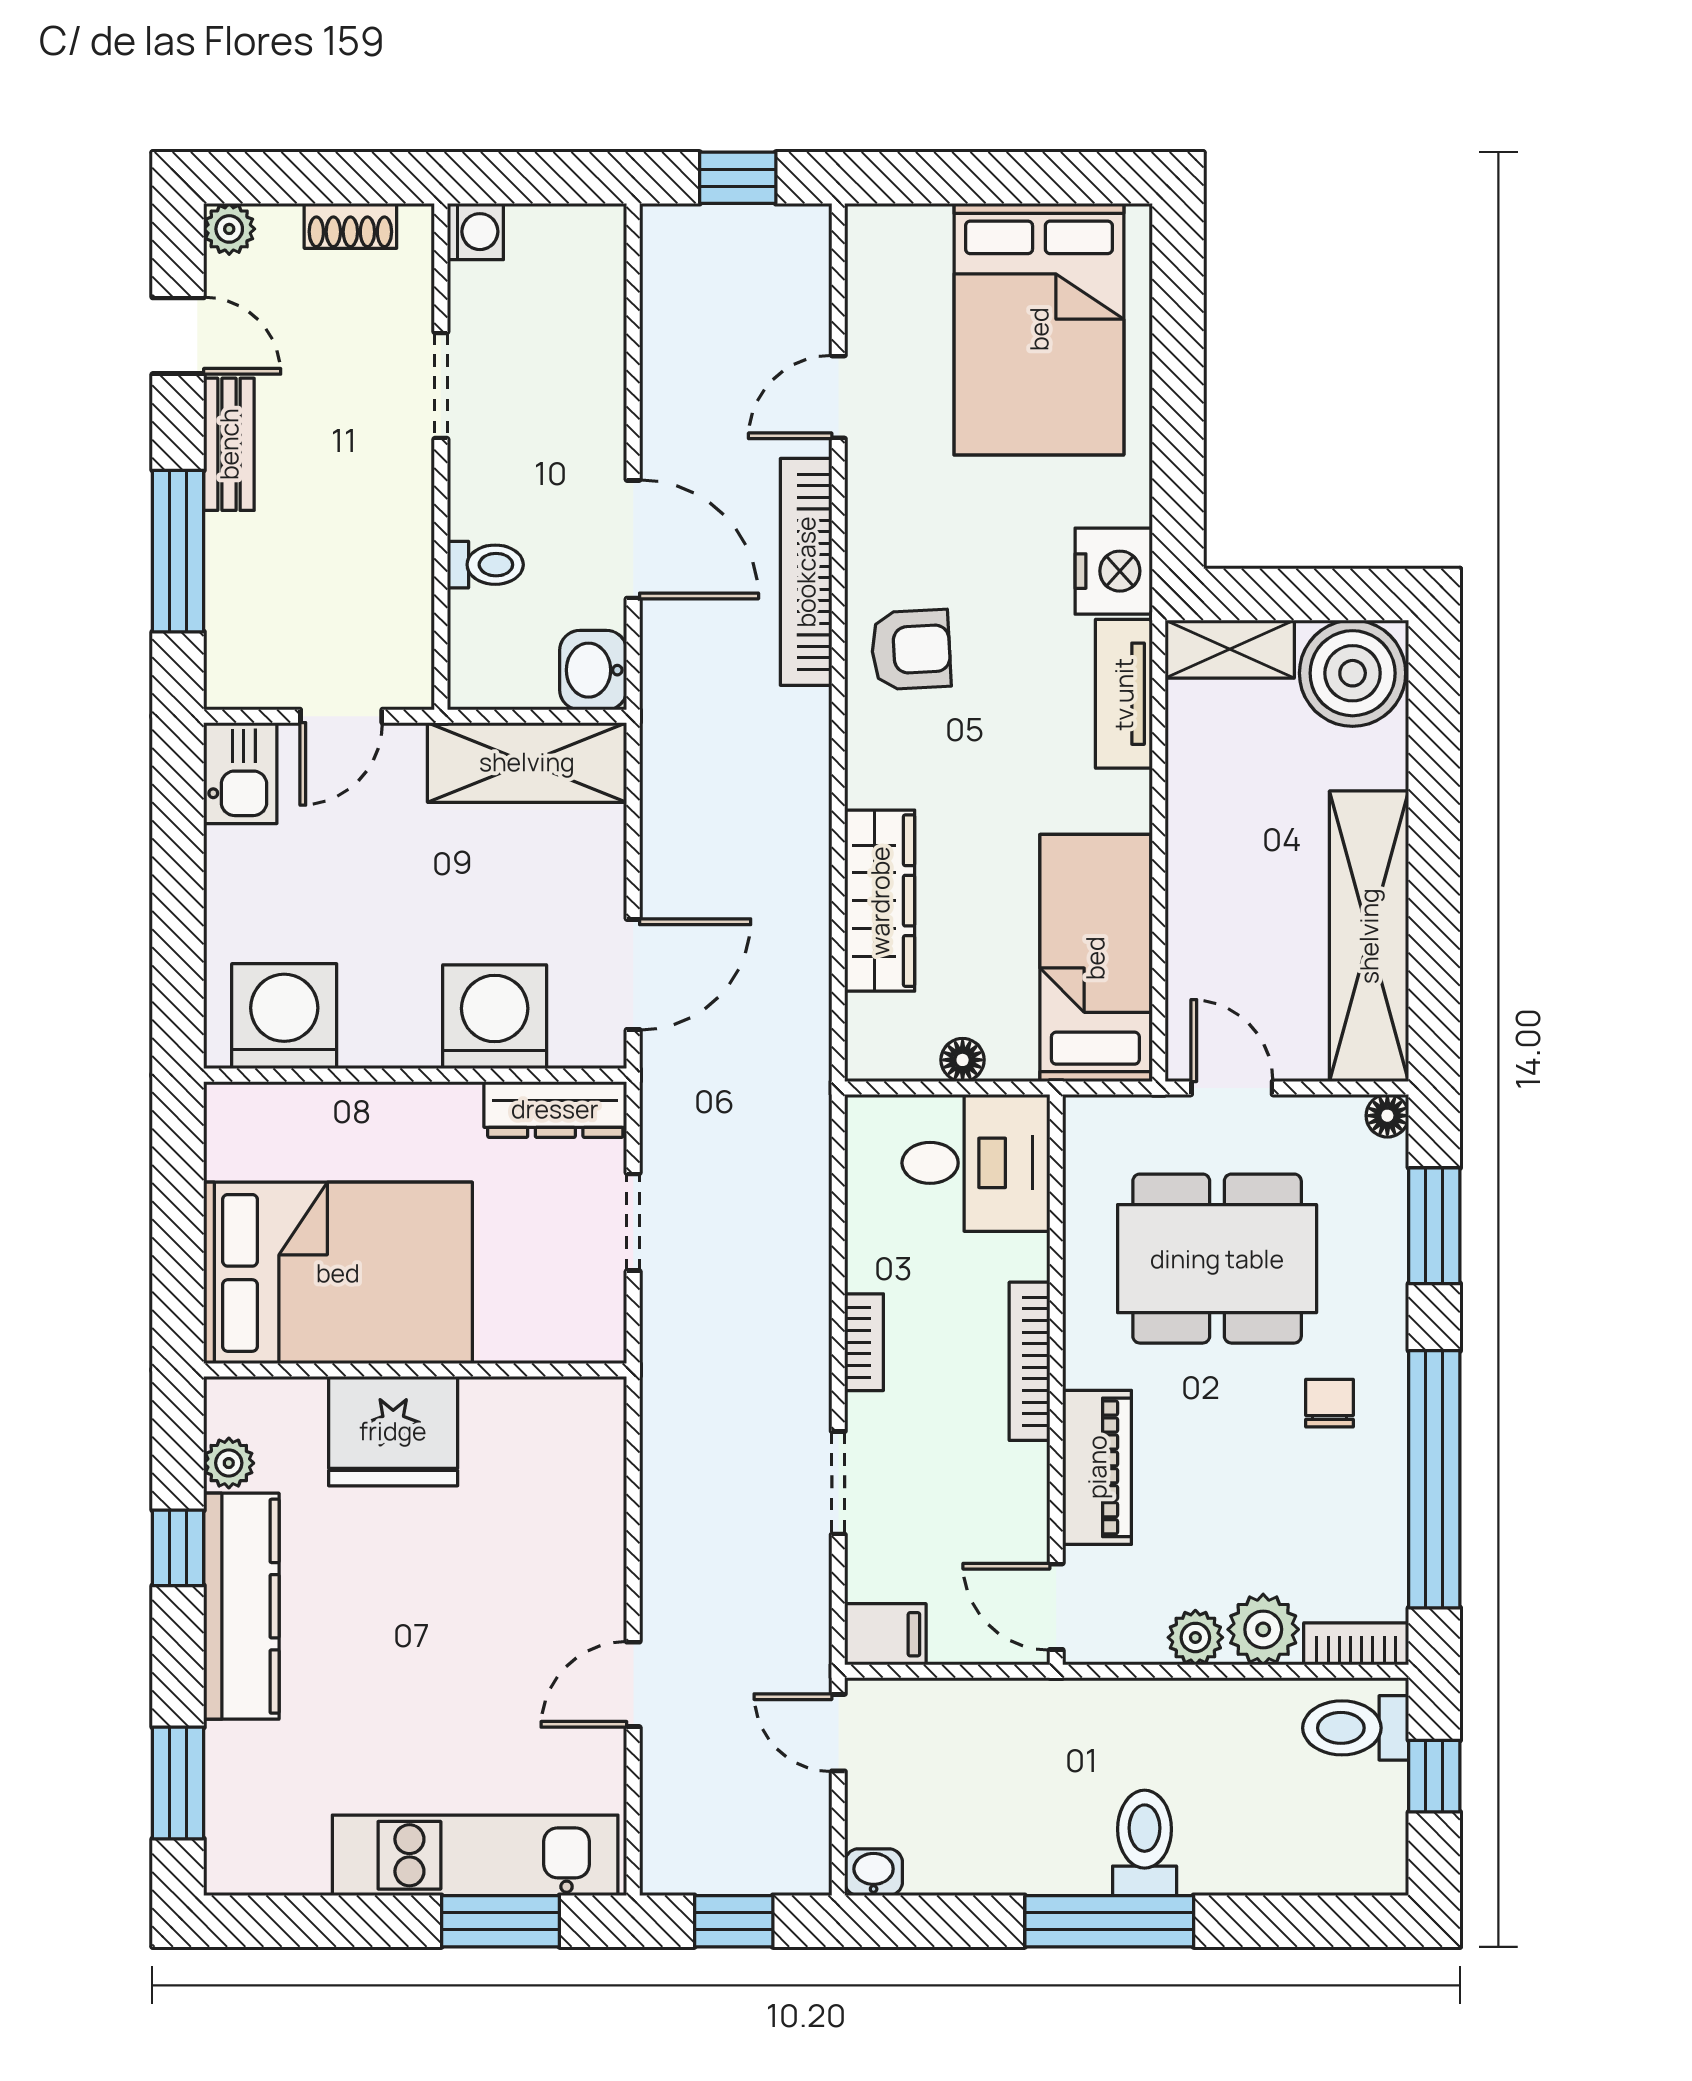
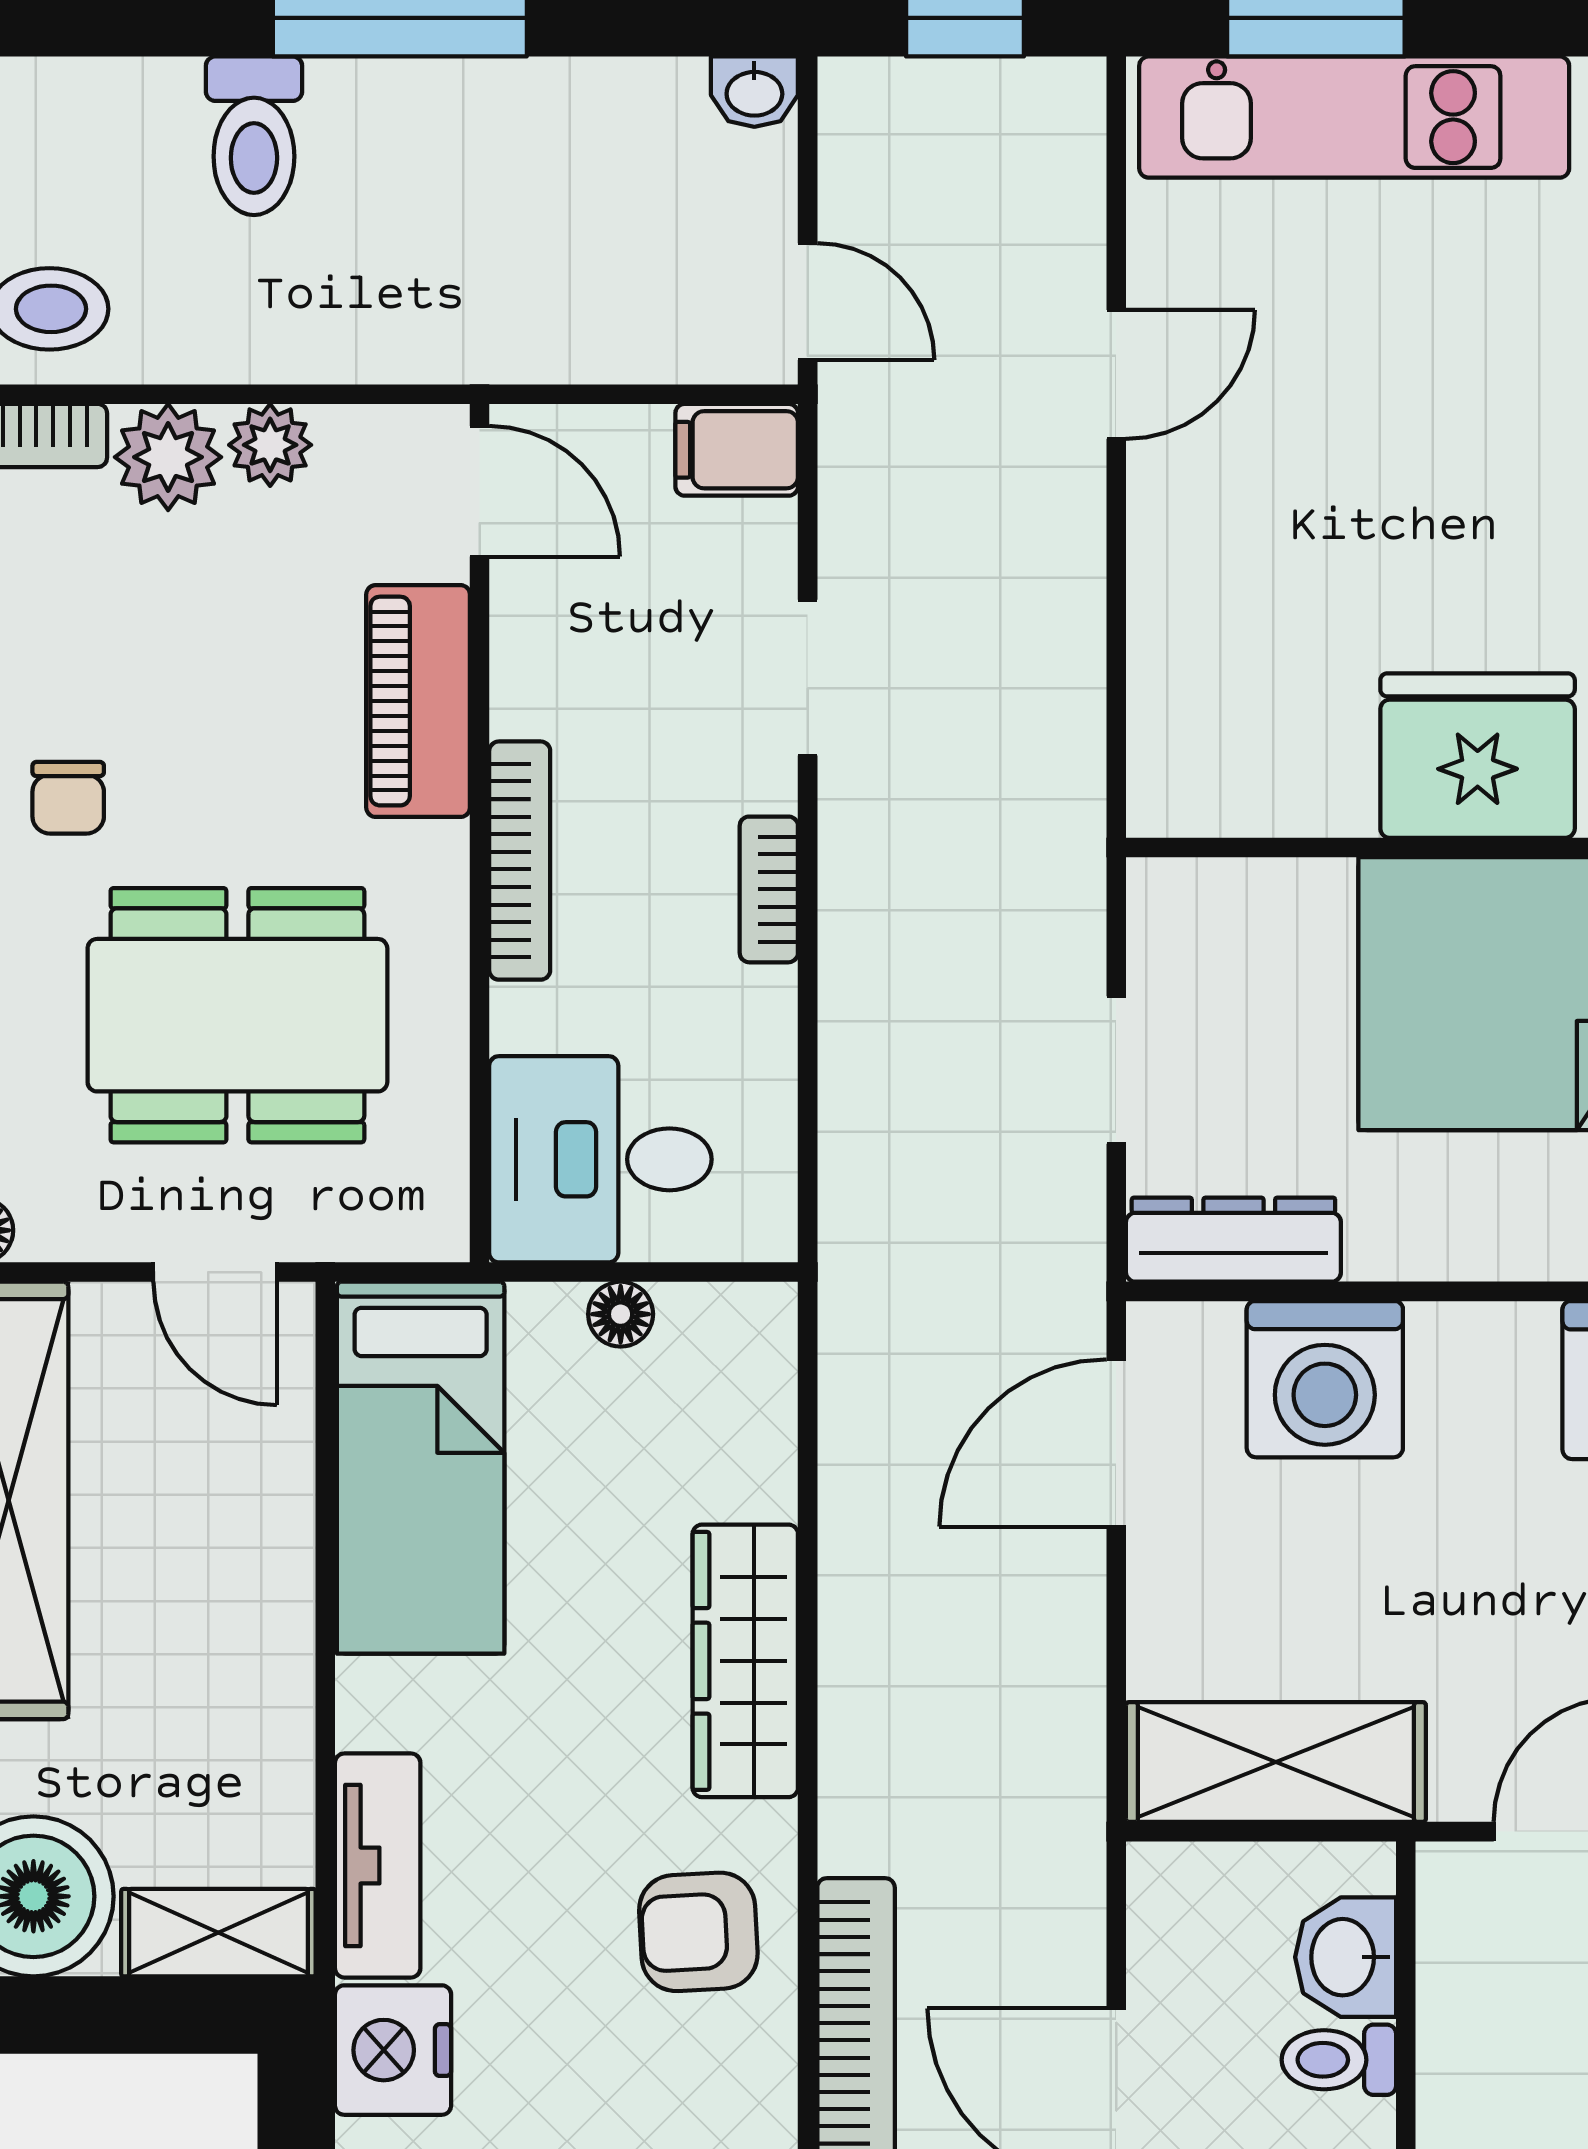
washbasin: (593, 670) -> (1346, 1957), moved, turned 180
wardrobe: (880, 901) -> (745, 1661), moved
toilet: (1145, 1843) -> (254, 136), moved

